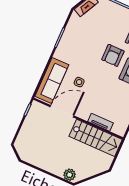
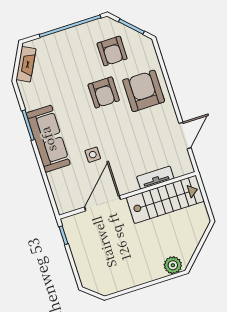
sofa: (52, 80) -> (48, 139), moved

